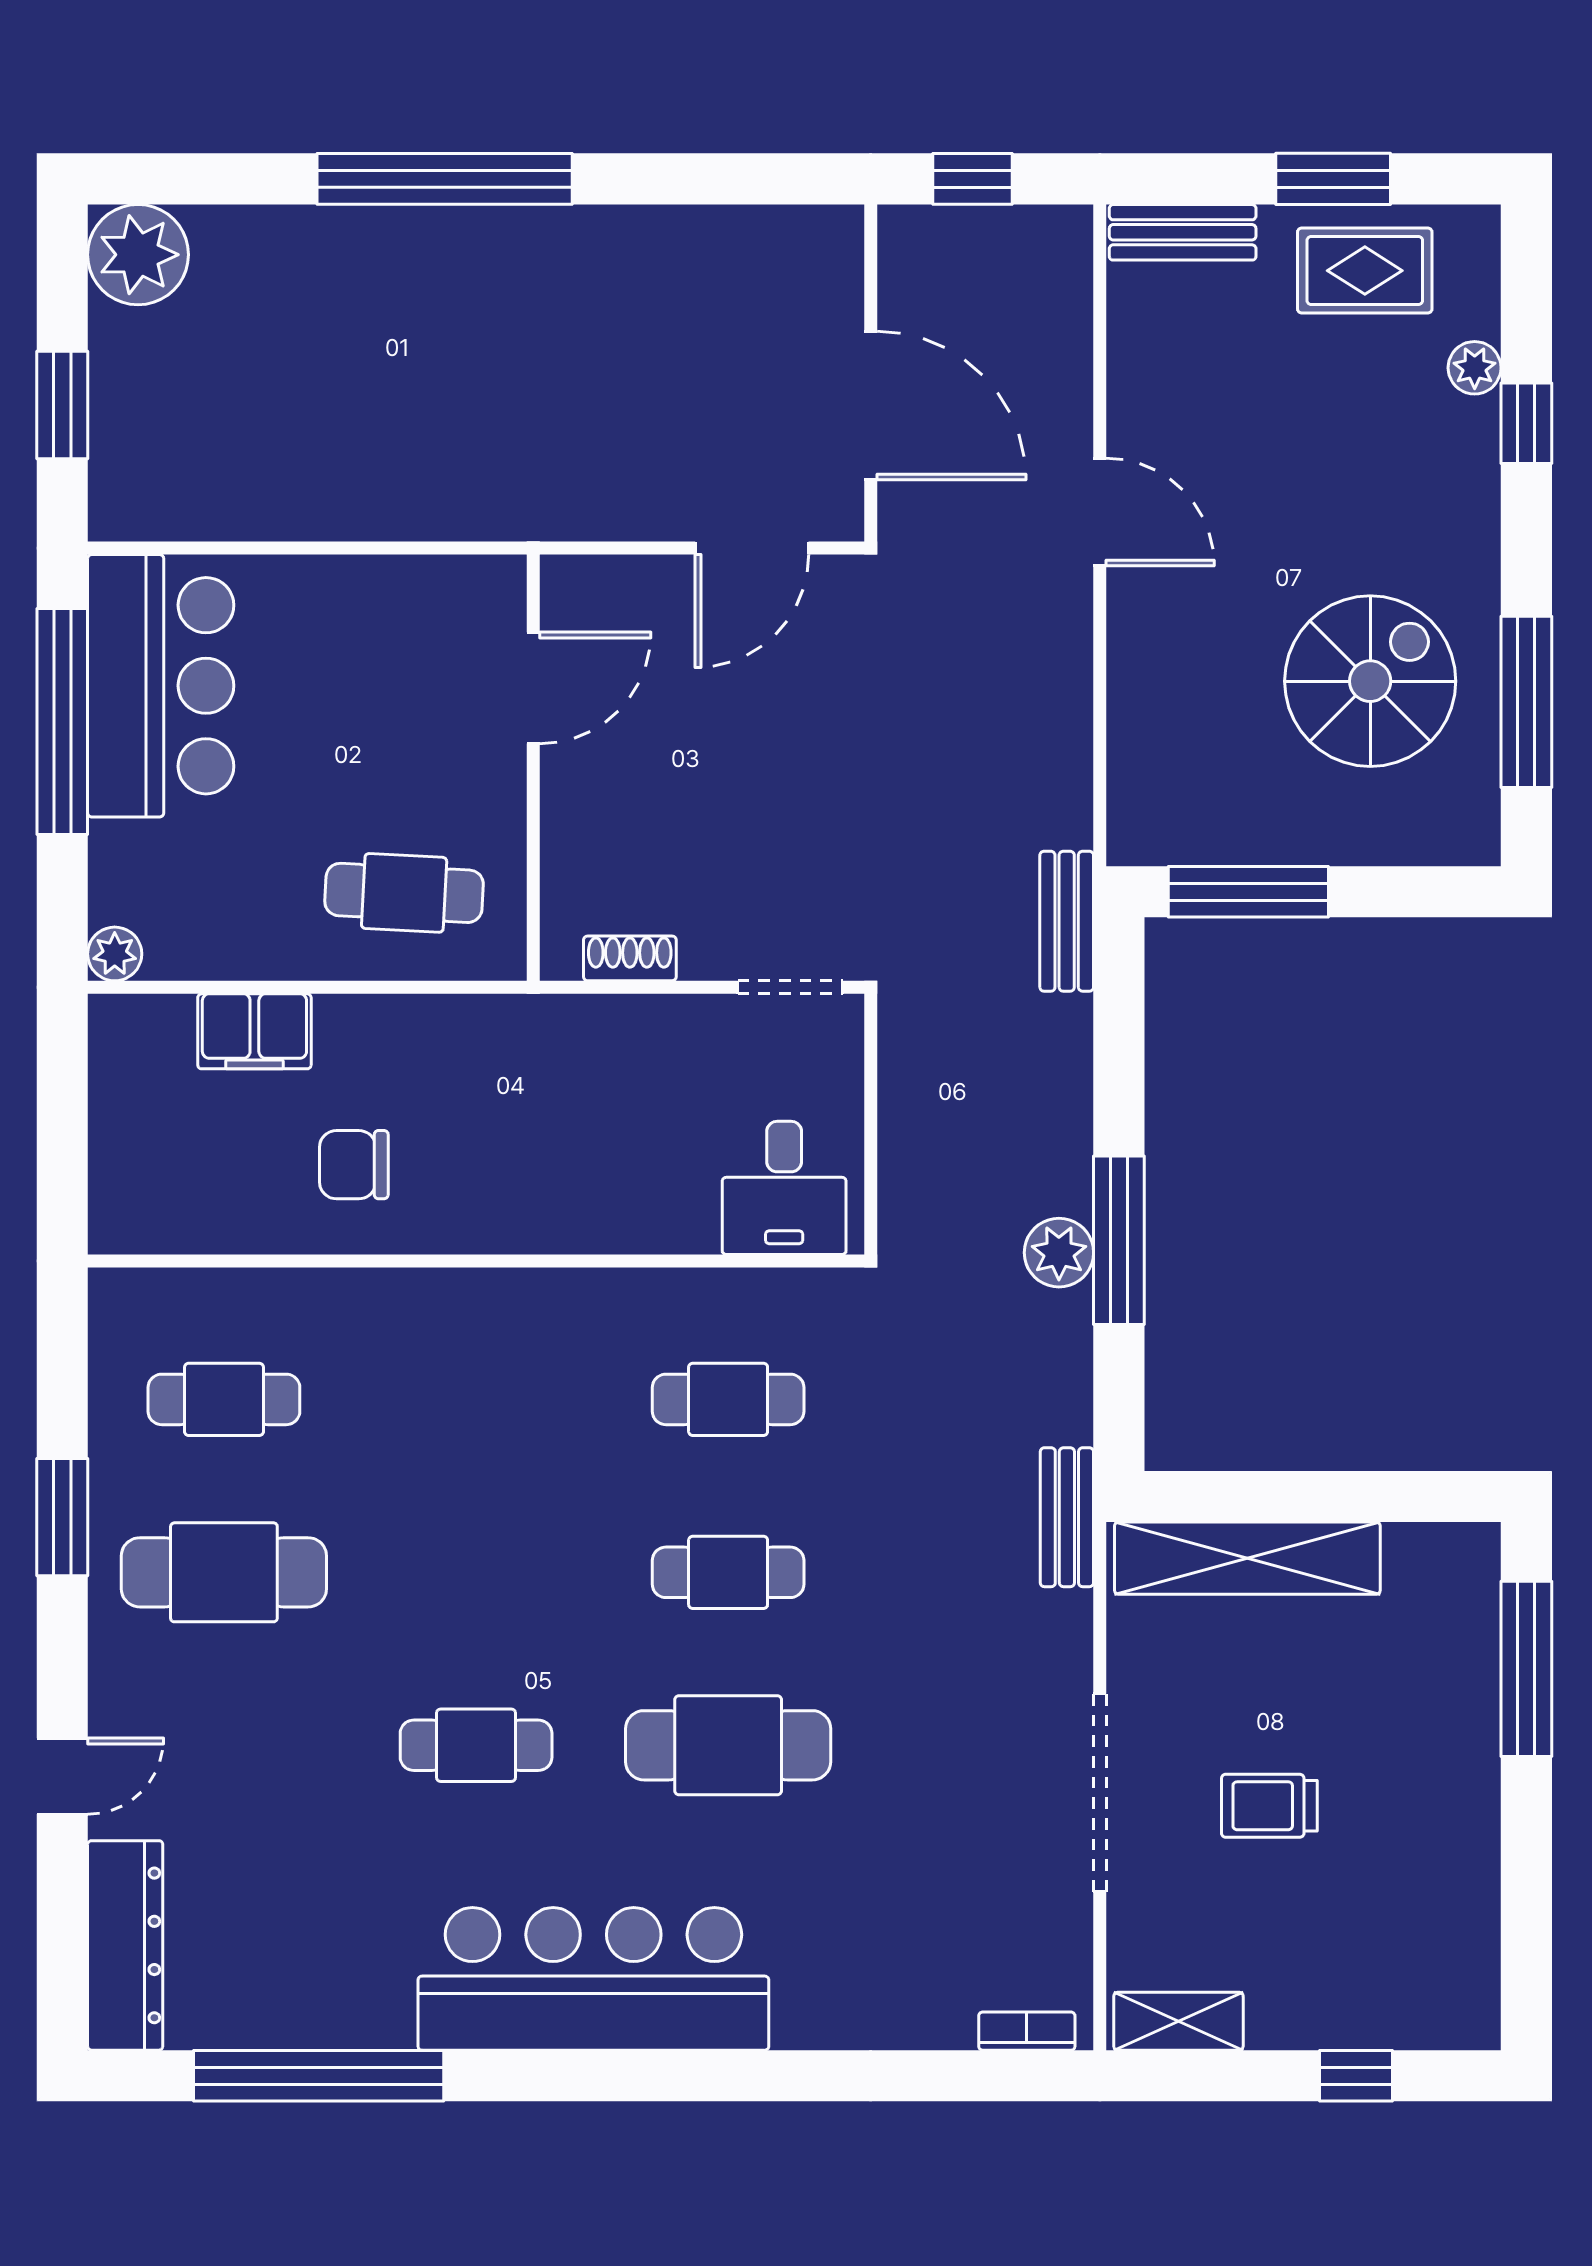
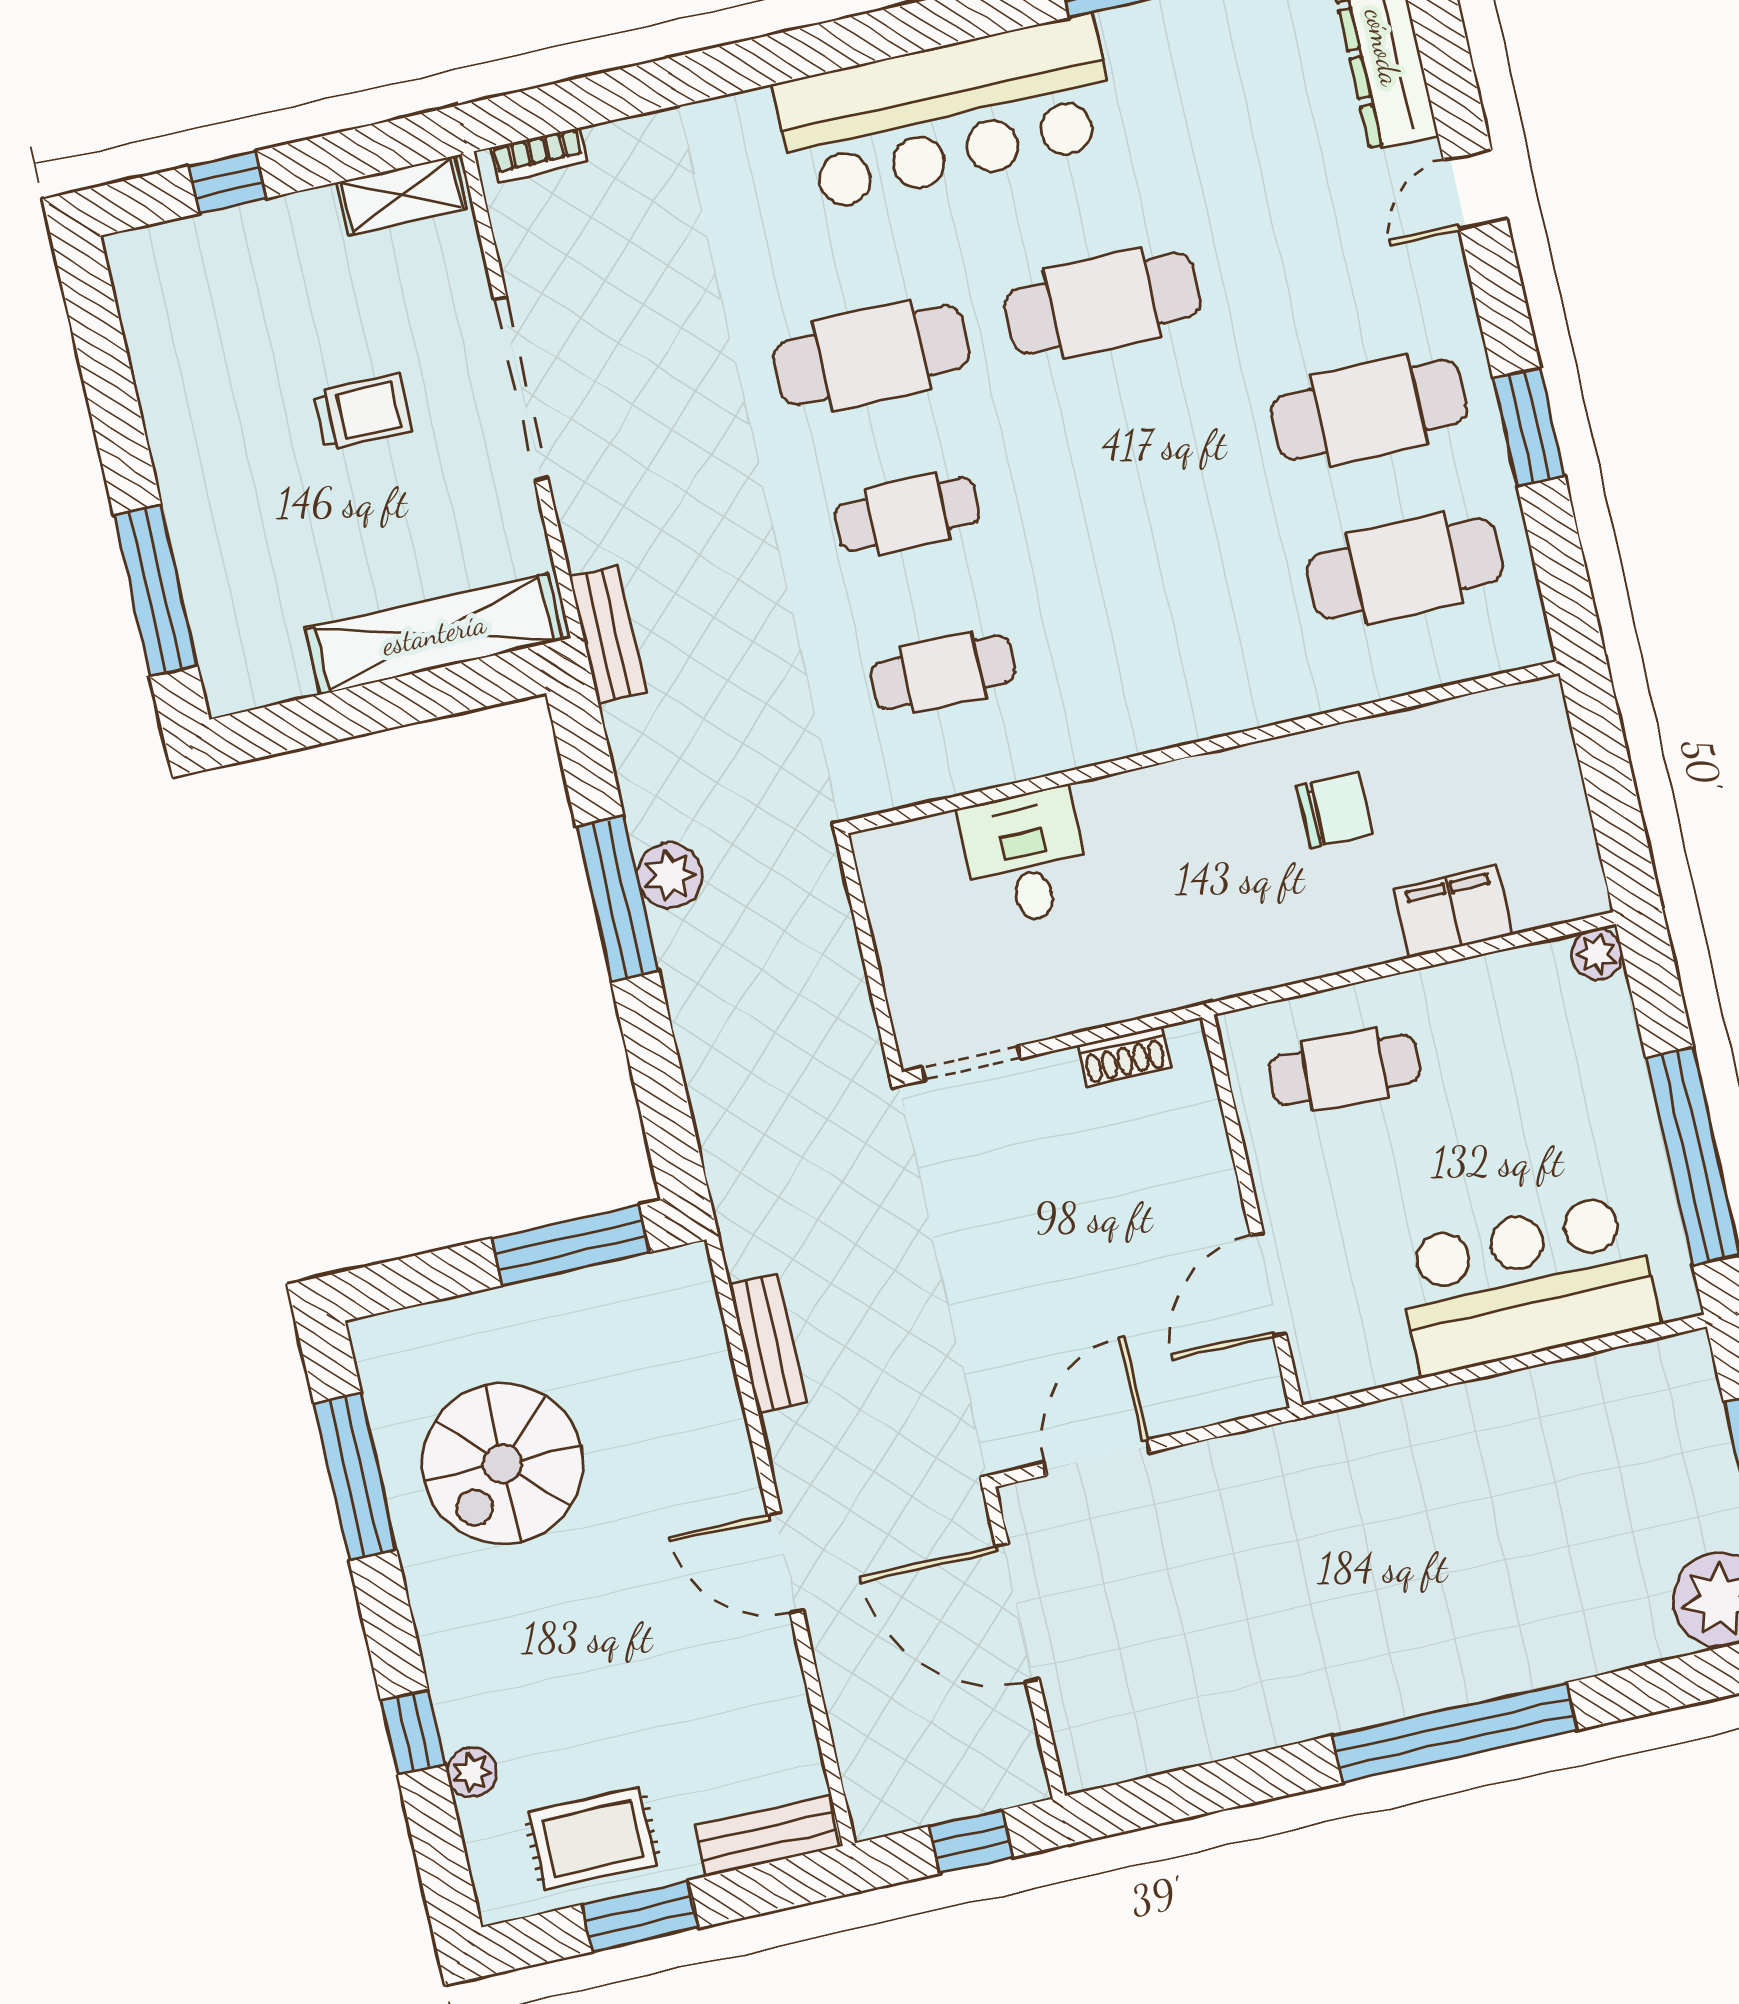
bar counter: (161, 686) -> (1526, 1284), moved, turned 90
bench: (1067, 921) -> (768, 1343), moved
desk: (784, 1188) -> (1026, 857), moved
cafe table: (224, 1399) -> (1405, 568), width x1.37, depth x1.35
cafe table: (476, 1745) -> (1102, 303), width x1.37, depth x1.35

